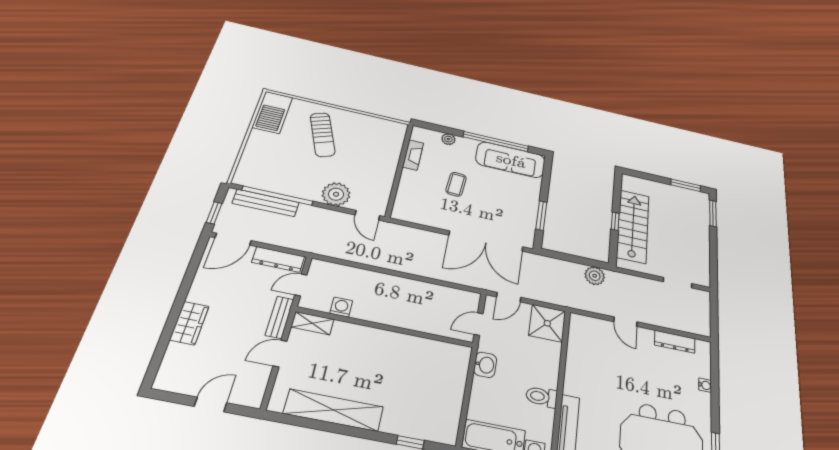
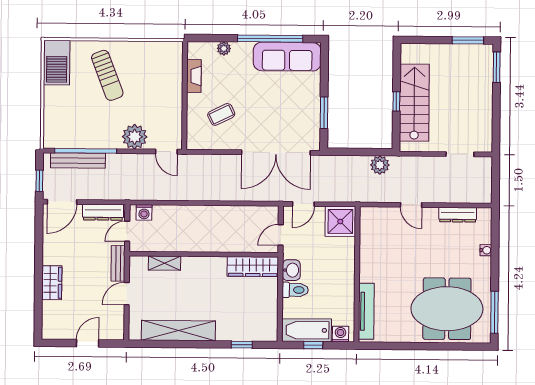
coffee table: (456, 184) -> (221, 114), moved, turned 60
washing machine: (341, 307) -> (144, 212), moved, turned 180
shelving: (312, 323) -> (164, 263), moved
wardrobe: (441, 352) -> (253, 267), added
toilet: (542, 397) -> (295, 290), moved, turned 180

